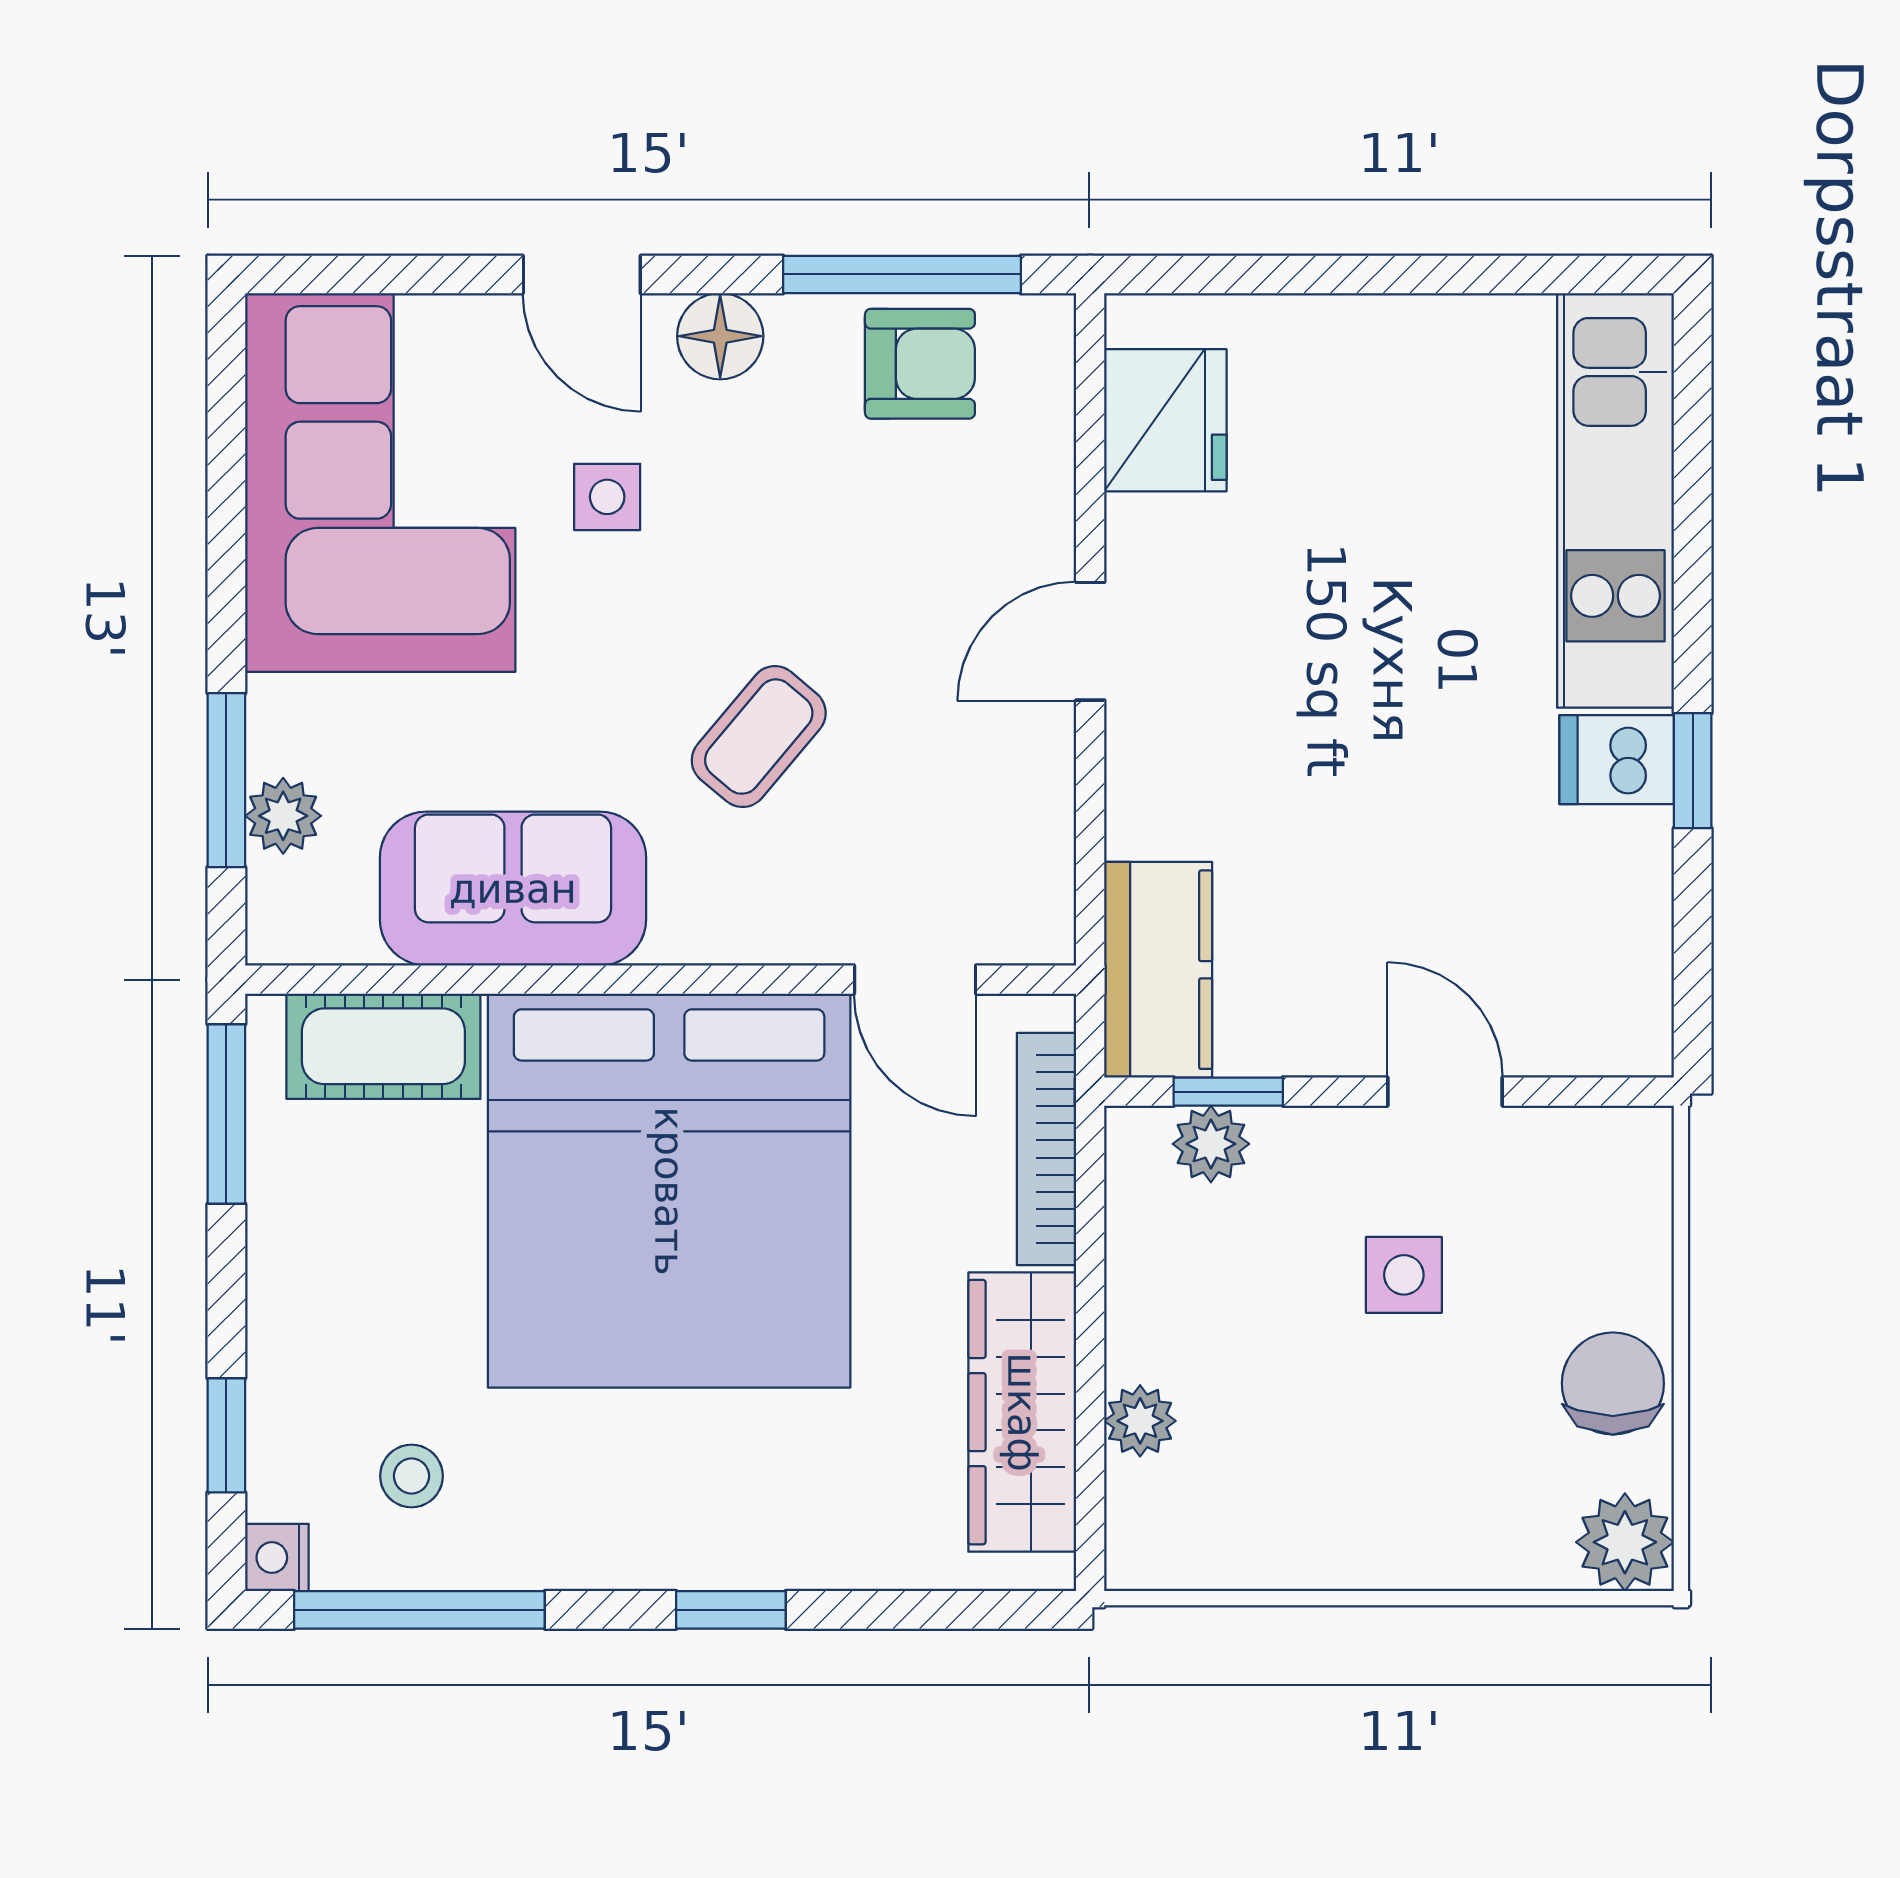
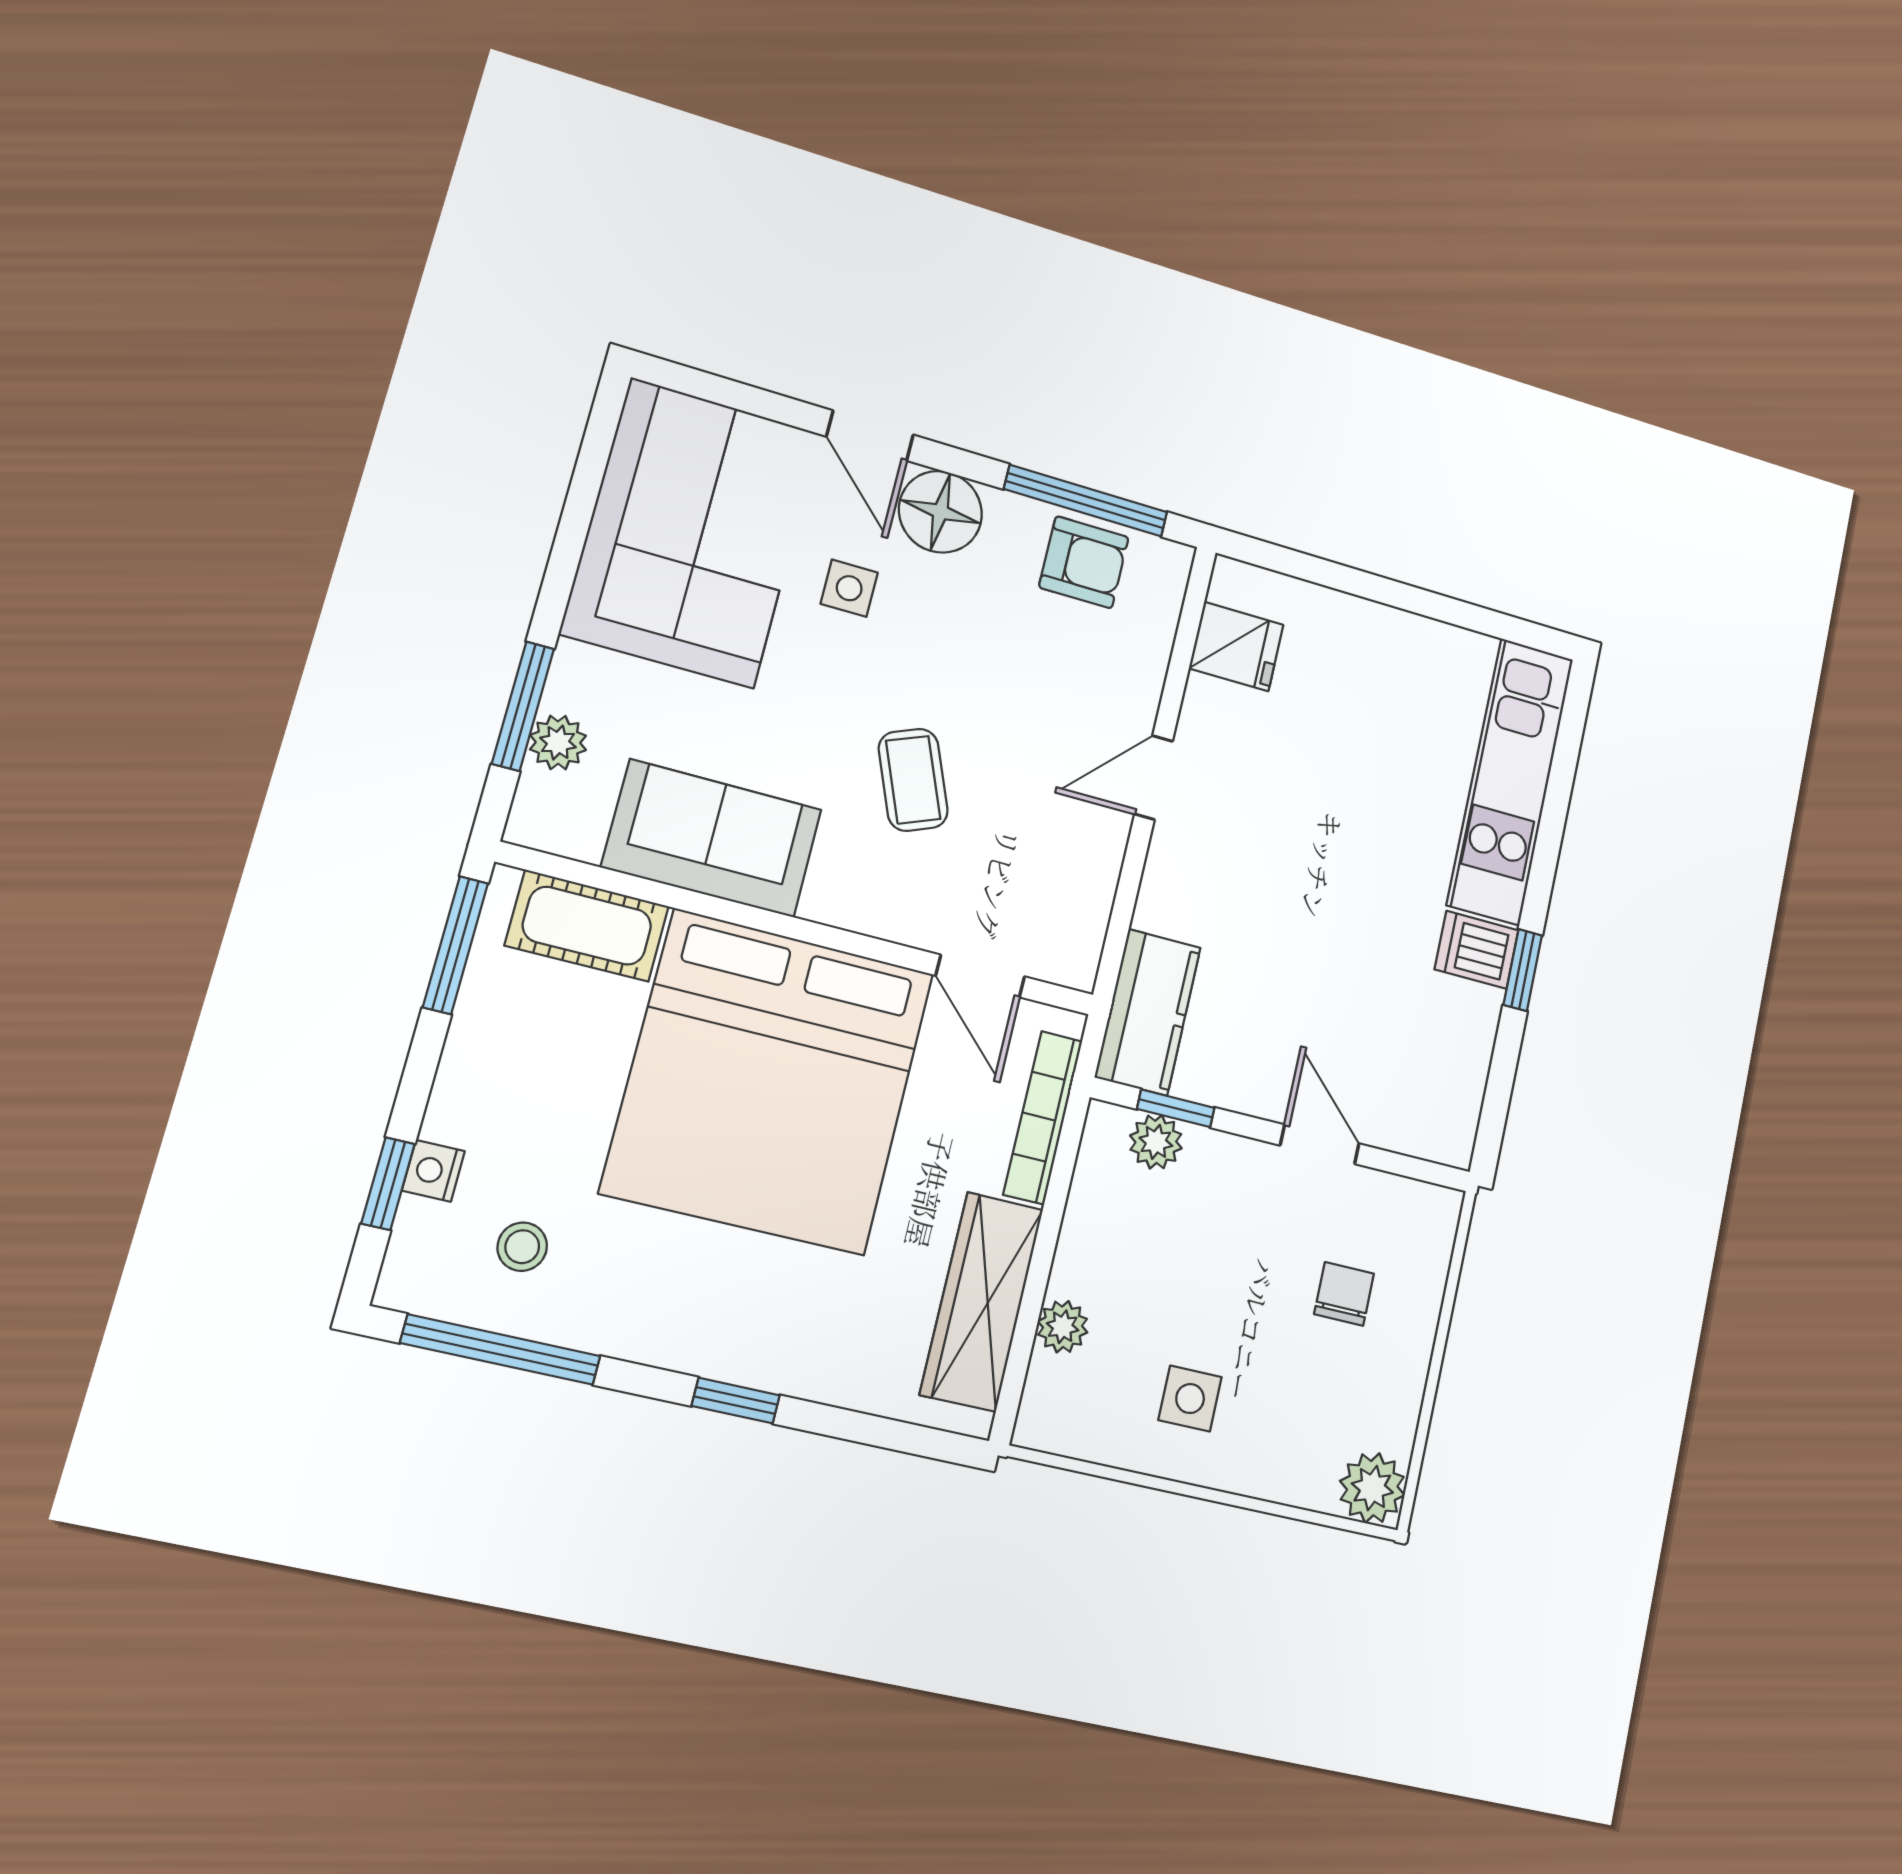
floor lamp: (720, 336) -> (940, 512), width x1.38, depth x1.38
fridge: (1165, 420) -> (1236, 646), width x0.72
coffee table: (759, 737) -> (913, 780), turned -62
side table: (1404, 1275) -> (1190, 1399), moved
chair: (1613, 1383) -> (1344, 1294), moved, width x0.73, depth x0.73
nightstand: (277, 1558) -> (433, 1171), moved

